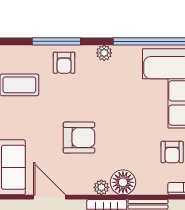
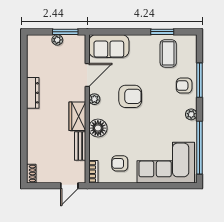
armchair: (79, 138) -> (130, 96), turned -90
plant: (101, 187) -> (94, 99), moved

